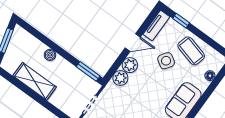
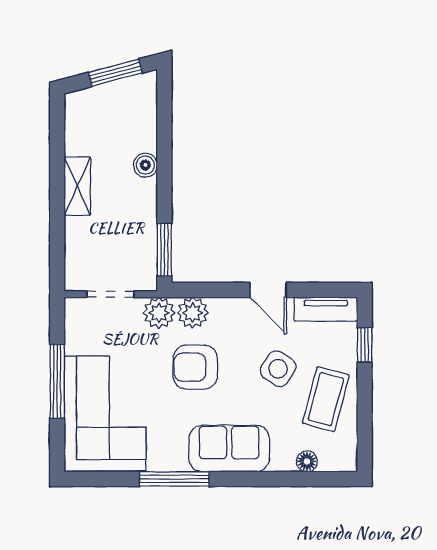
plant: (130, 65) -> (159, 313), moved
shelving: (35, 81) -> (77, 186), width x0.67, depth x0.75
armchair: (142, 92) -> (195, 367), added

